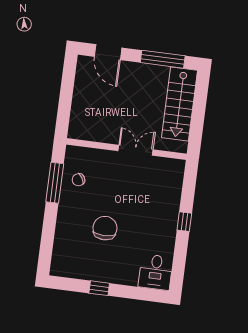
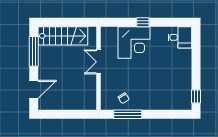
corner desk: (157, 205) -> (134, 42), added
chair: (105, 228) -> (154, 76), removed
window: (99, 288) -> (196, 97), moved

